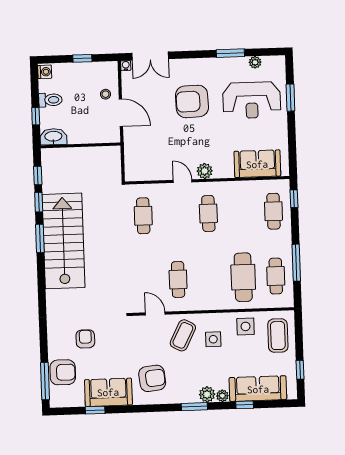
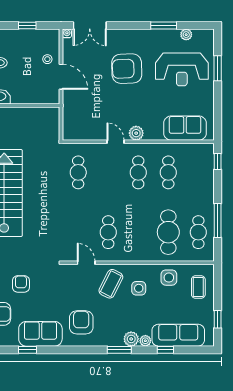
cafe table: (273, 211) -> (168, 172), moved
coffee table: (278, 336) -> (198, 287), width x0.73, depth x0.77
armchair: (152, 378) -> (81, 322), turned -84

